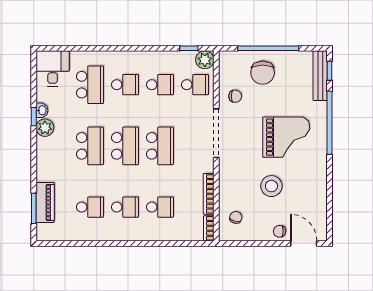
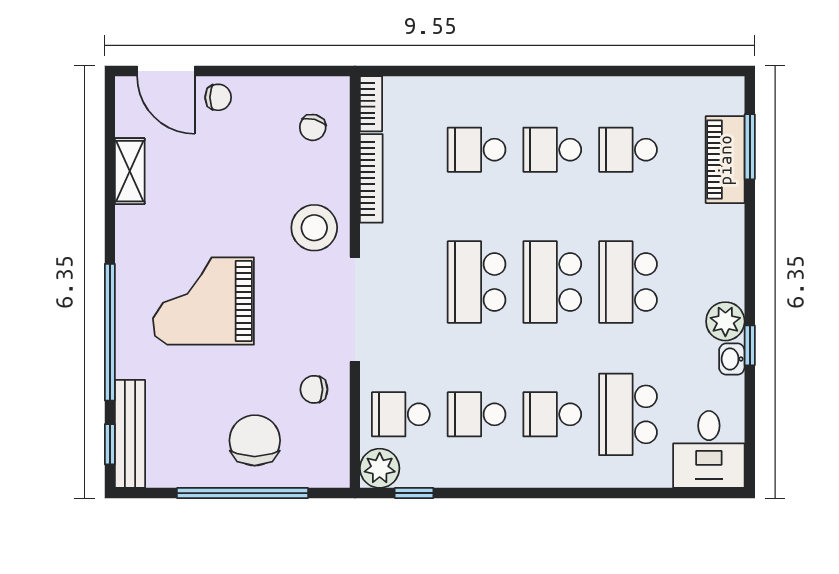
stool: (271, 186) -> (314, 228), moved
shelving: (320, 197) -> (130, 171), added

